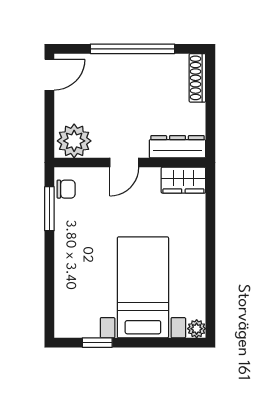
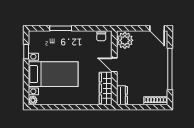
dresser: (177, 147) -> (122, 95), width x0.70
wardrobe: (183, 180) -> (106, 88), width x1.50
window: (49, 209) -> (61, 28), moved

